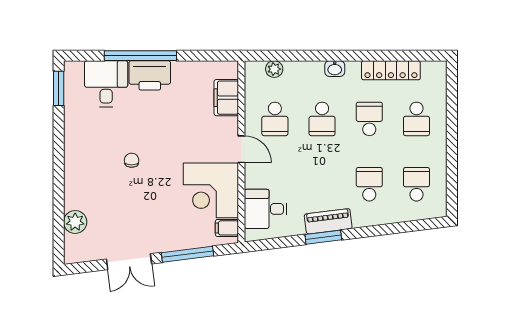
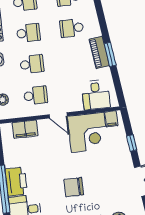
school desk: (369, 119) -> (28, 33), turned 180
door: (241, 149) -> (58, 115), swing flipped
chair: (132, 160) -> (74, 187), width x1.87, depth x1.87
window: (188, 254) -> (132, 143), width x0.46

